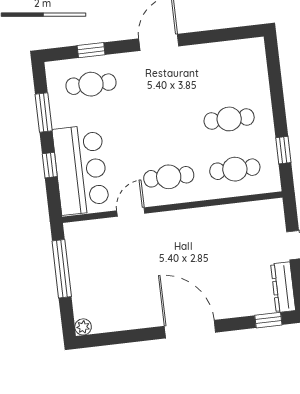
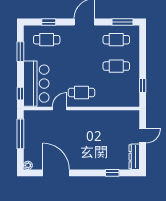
window: (231, 34) -> (122, 22), added
window: (50, 165) -> (20, 94), moved
cafe table: (235, 169) -> (116, 40), moved
window: (268, 320) -> (112, 173), moved
door: (190, 329) -> (56, 173), moved

